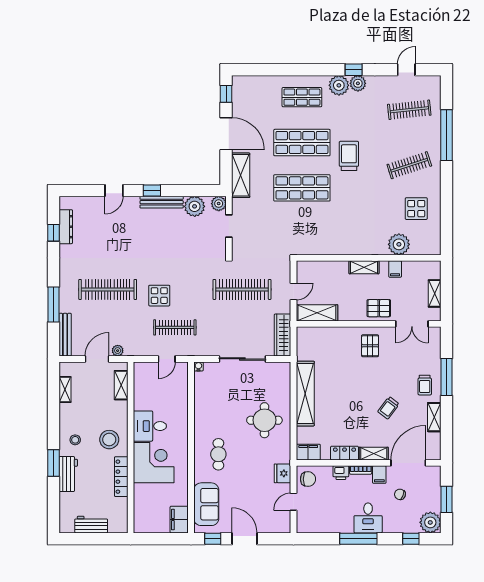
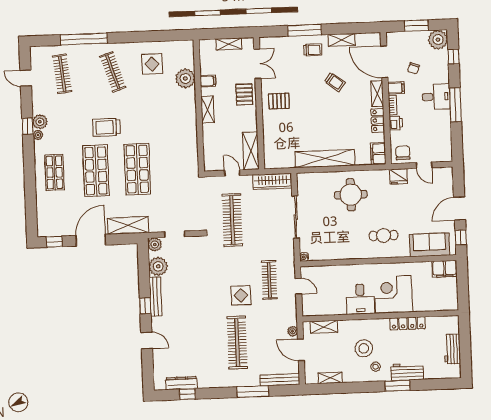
plant: (339, 85) -> (38, 135), width x0.53, depth x0.53
stool: (109, 440) -> (364, 348), moved

